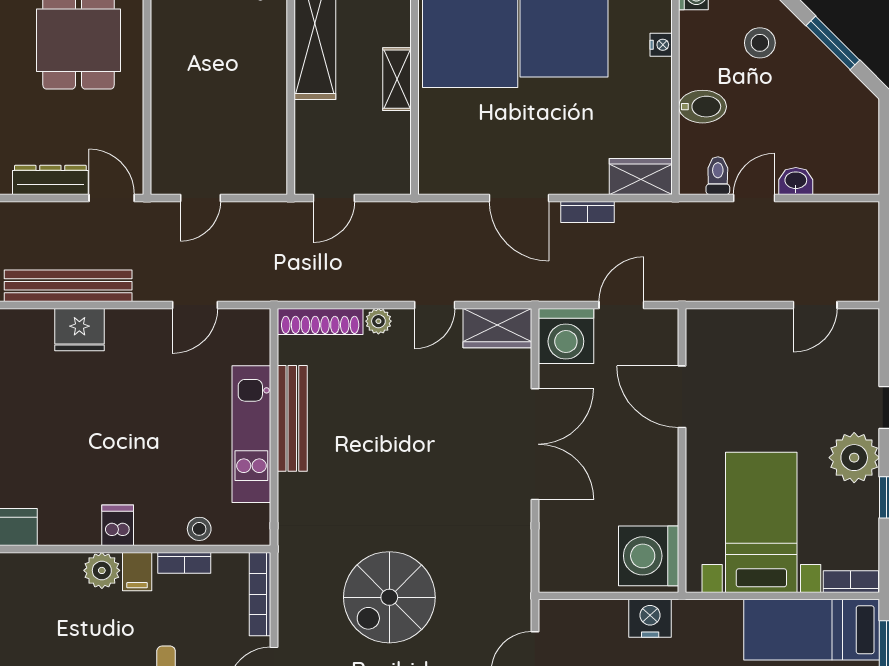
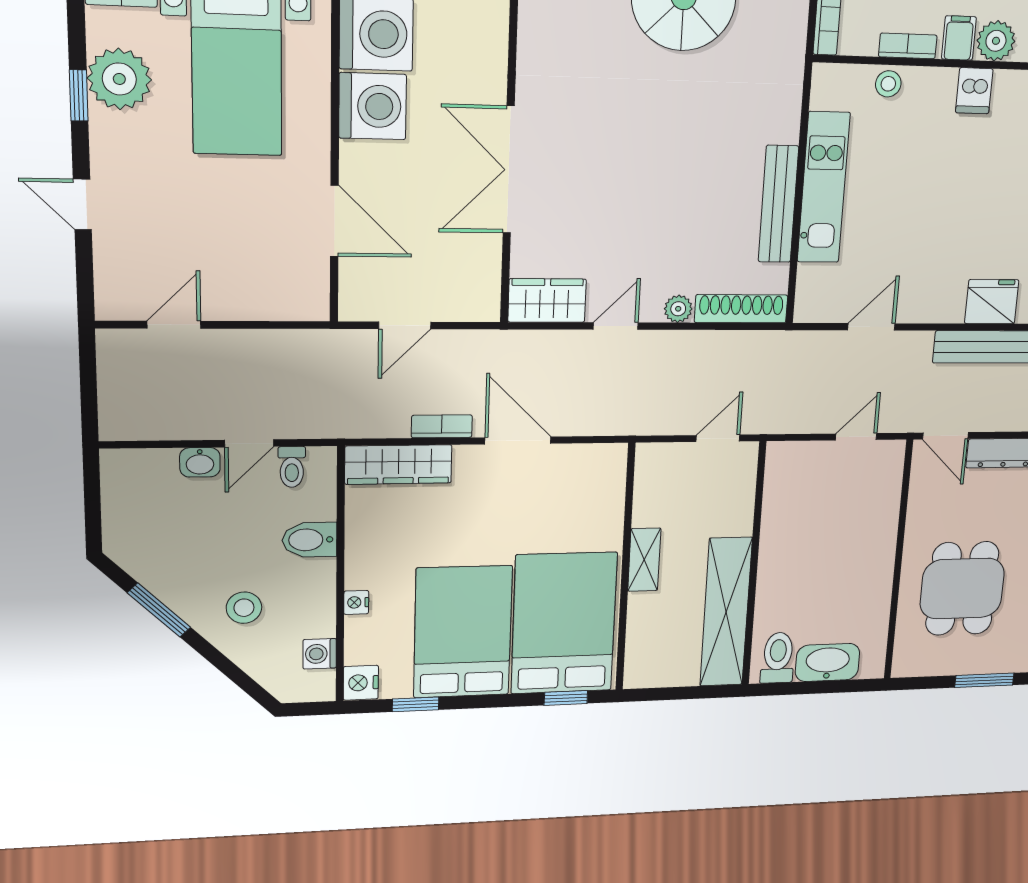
wardrobe: (641, 176) -> (398, 465), width x1.50
washing machine: (566, 336) -> (373, 106), moved, turned 90
plant: (854, 458) -> (119, 79), moved

